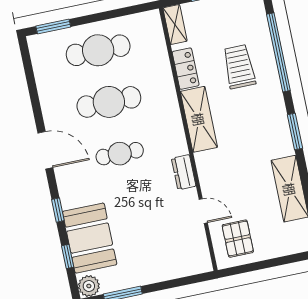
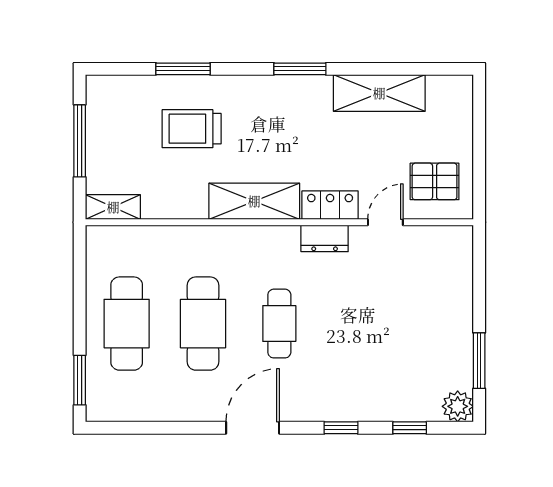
window: (278, 52) -> (183, 69), width x0.47
locker: (186, 69) -> (330, 205), moved
booth: (90, 238) -> (390, 391), removed

